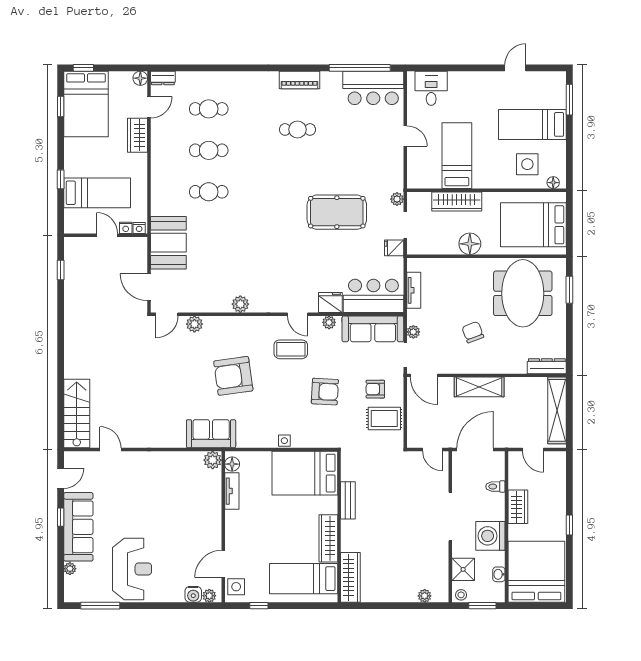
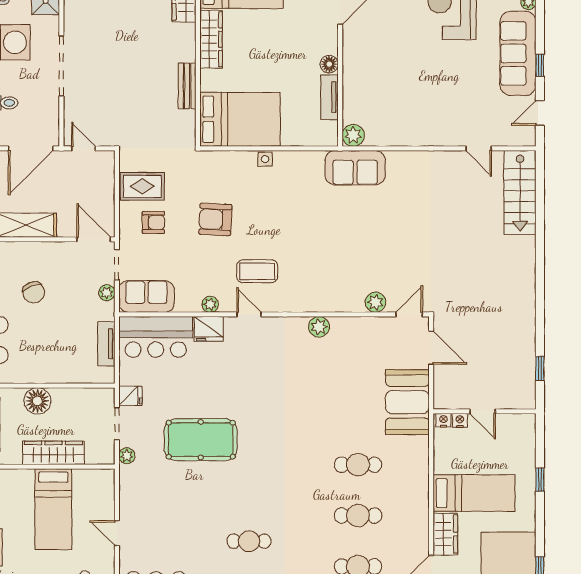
bed: (97, 193) -> (474, 493), moved, turned 180
sofa: (373, 329) -> (146, 296), width x0.73
armchair: (233, 376) -> (328, 239), removed
floor lamp: (232, 464) -> (329, 64), moved

